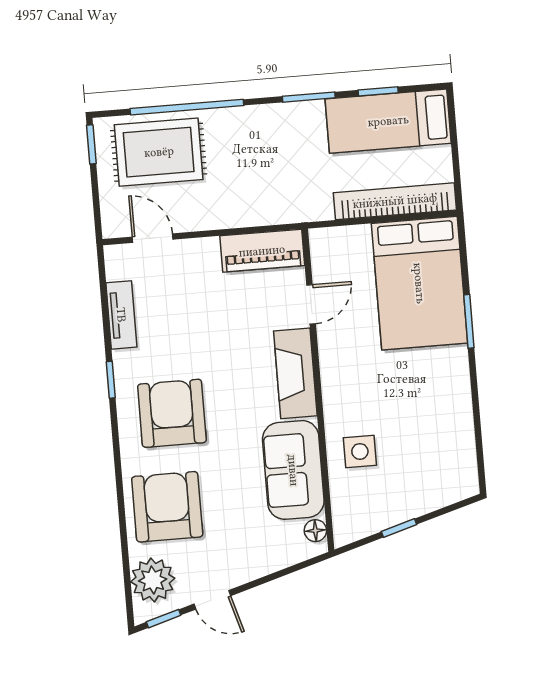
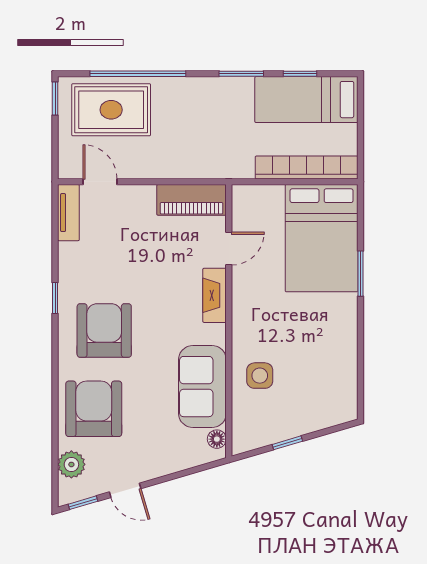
tv unit: (121, 315) -> (68, 213), moved
fireplace: (295, 373) -> (215, 295), width x0.73, depth x0.76
plant: (153, 580) -> (71, 464), width x0.73, depth x0.73

